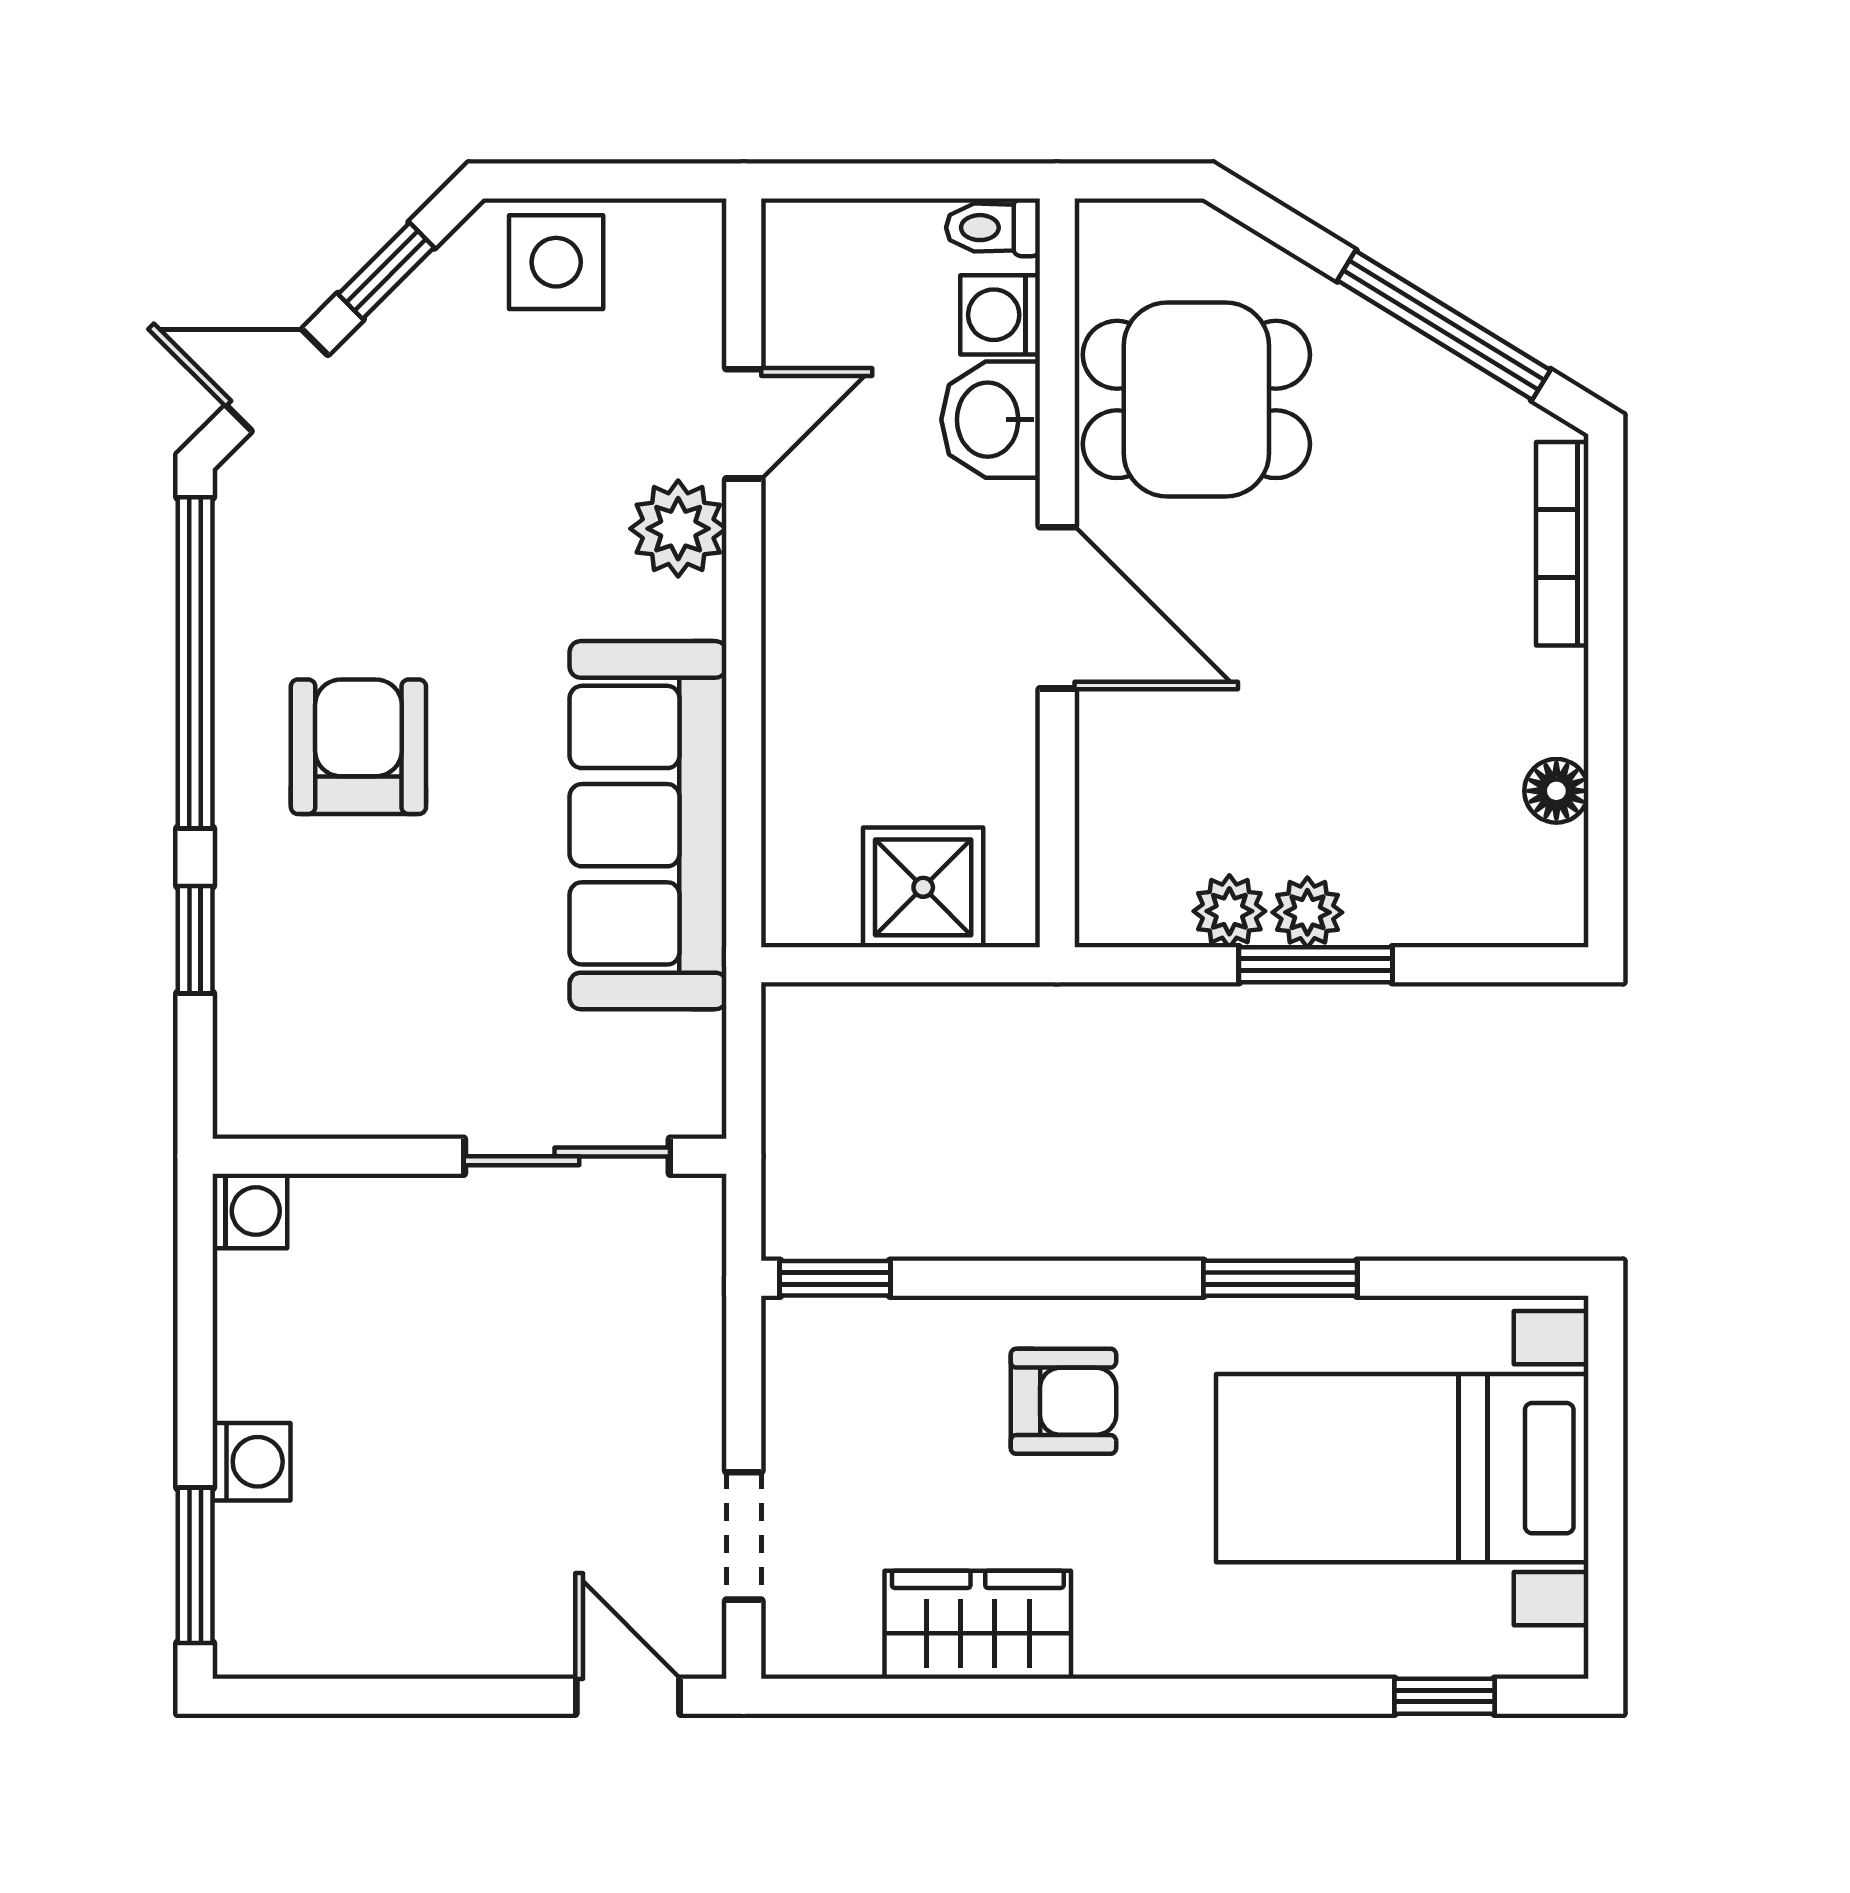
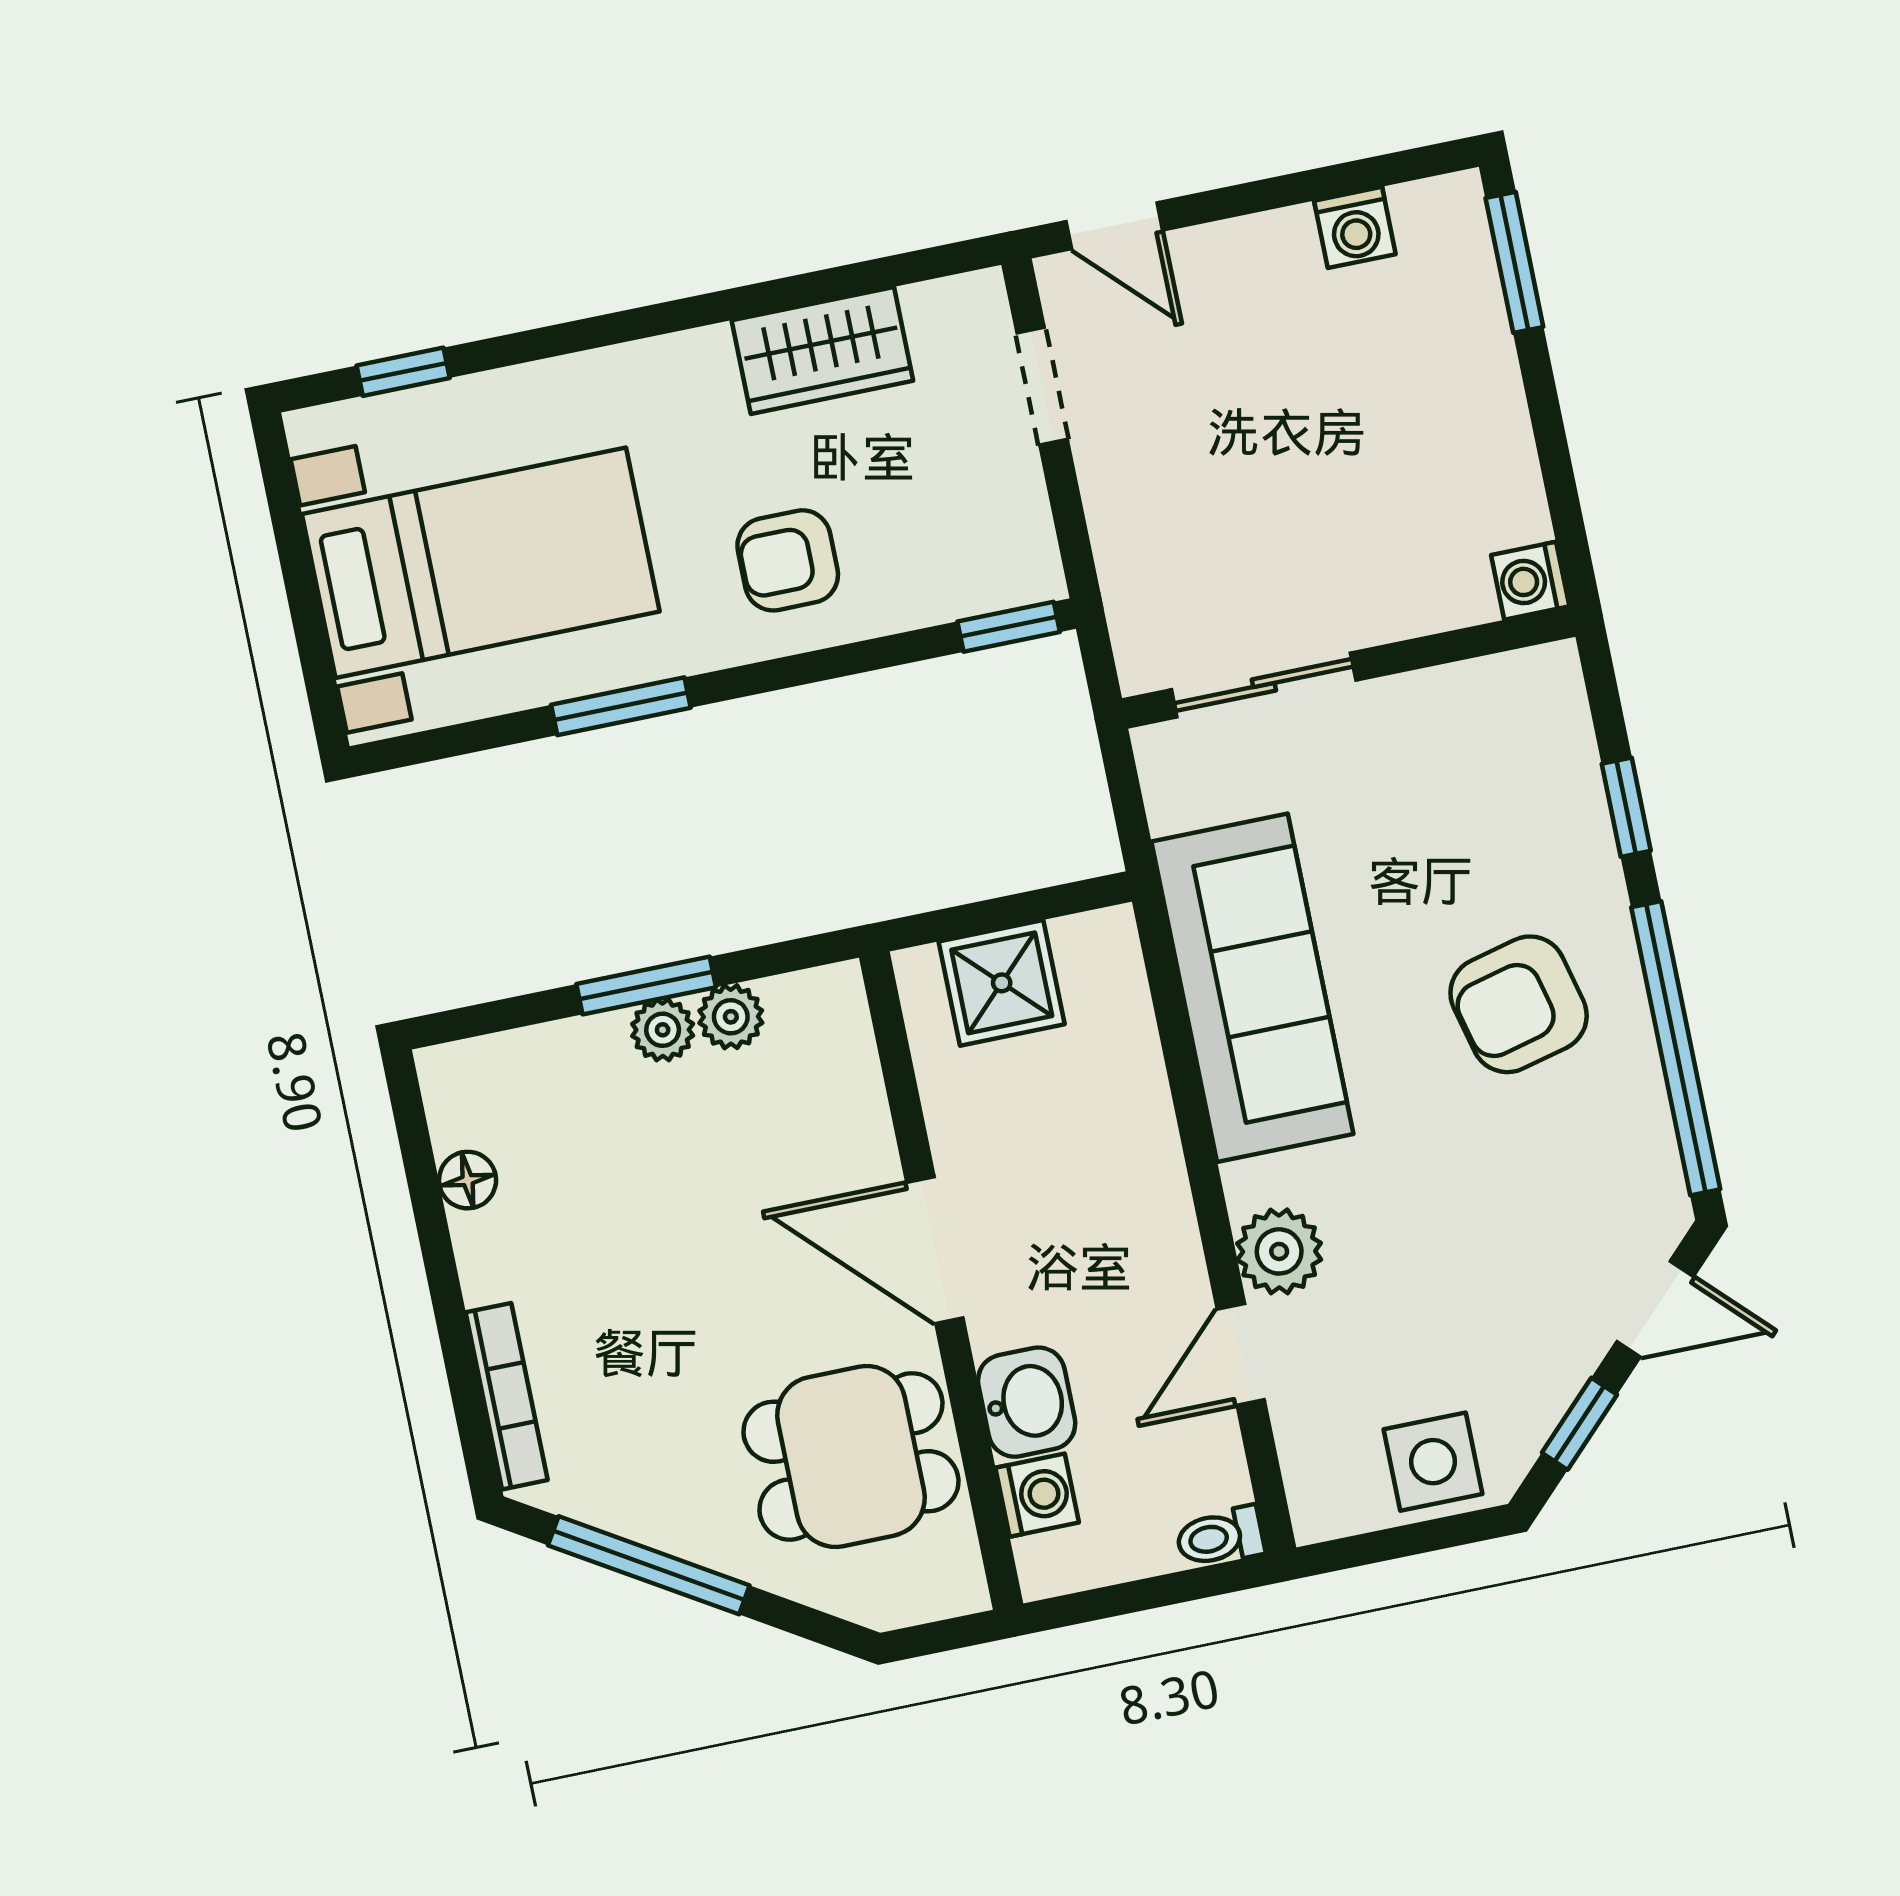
toilet: (993, 228) -> (1220, 1537), moved, turned 180
armchair: (358, 747) -> (1519, 1004), turned 76
washing machine: (251, 1462) -> (1355, 227), moved, turned -90

